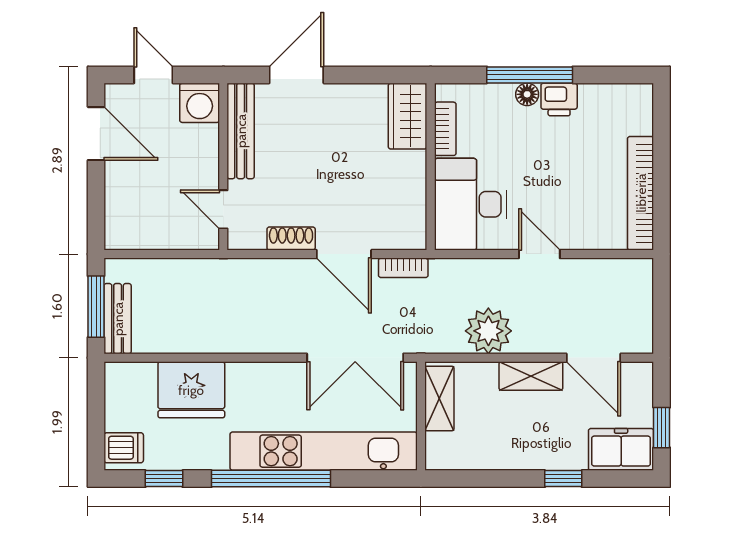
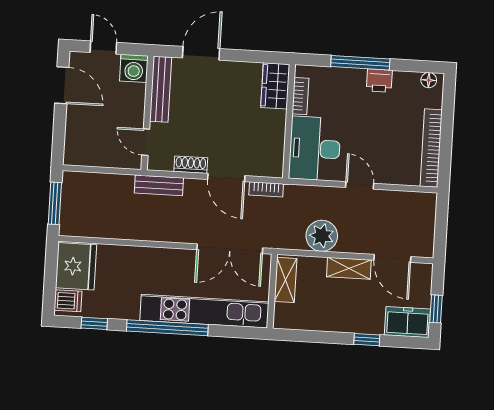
floor lamp: (527, 94) -> (429, 80), moved
bench: (118, 319) -> (159, 185), moved, turned 90
fridge: (191, 390) -> (76, 266), moved, turned -90

